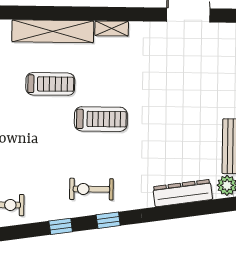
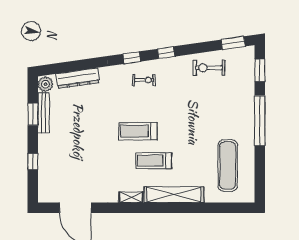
treadmill: (50, 84) -> (154, 161), moved
exercise bike: (91, 189) -> (144, 80), width x0.73, depth x0.72

